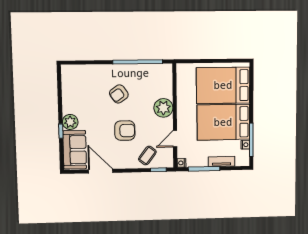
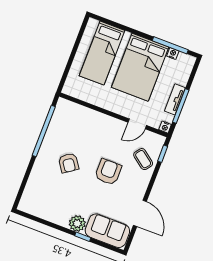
bed: (223, 85) -> (102, 53), width x0.67
plant: (163, 108) -> (101, 123), removed
door: (175, 139) -> (137, 124), hinge flipped
tv unit: (221, 162) -> (175, 99), moved
door: (101, 171) -> (140, 213), swing flipped

